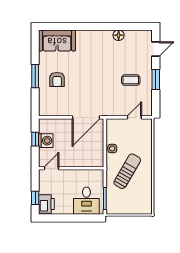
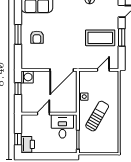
coffee table: (131, 80) -> (100, 38), width x1.86, depth x1.72
washing machine: (46, 141) -> (27, 77), moved
door: (52, 168) -> (43, 114), moved
desk: (86, 201) -> (62, 126), moved, turned 180

